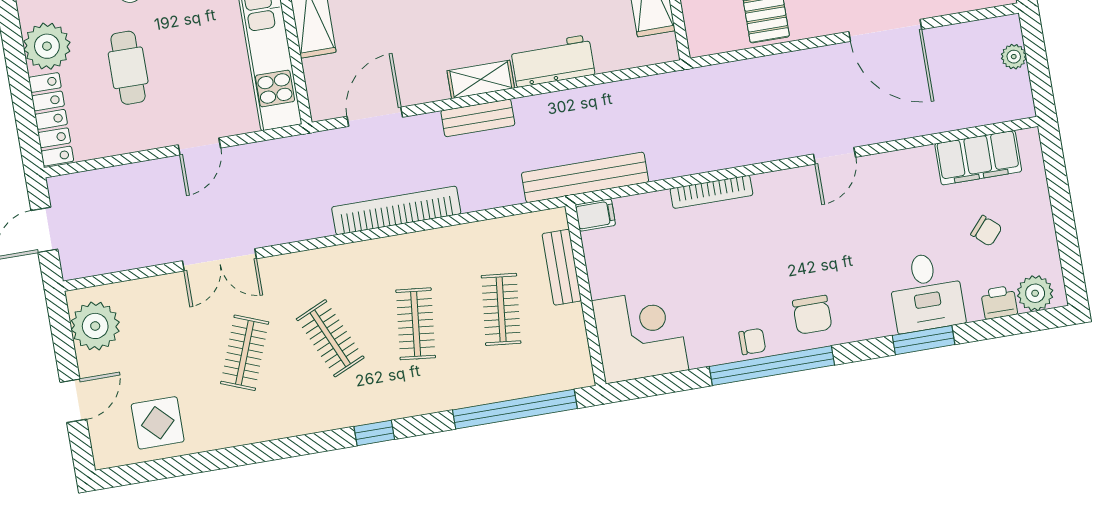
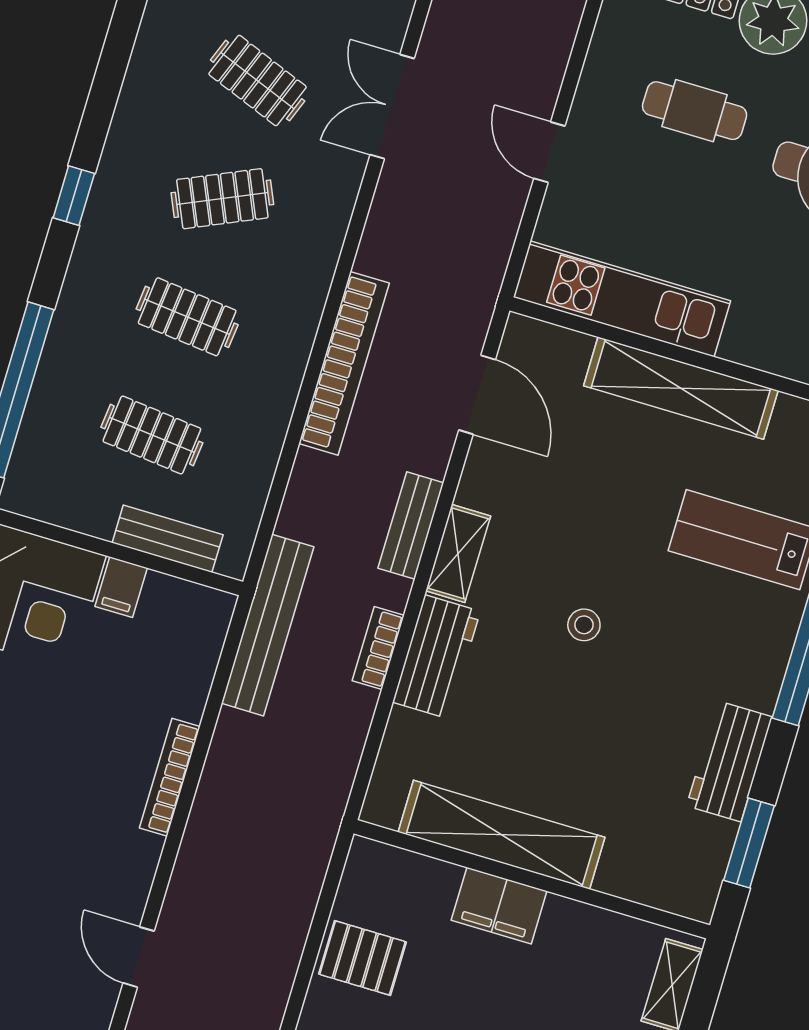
bookcase: (565, 101) -> (378, 648), added
filing cabinet: (595, 215) -> (121, 587), moved

